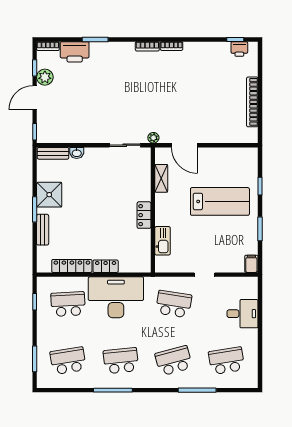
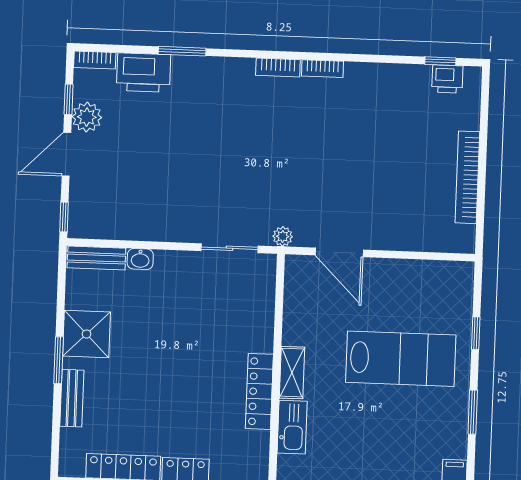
shelving: (161, 178) -> (292, 373), moved
locker: (144, 215) -> (259, 391), width x1.53

